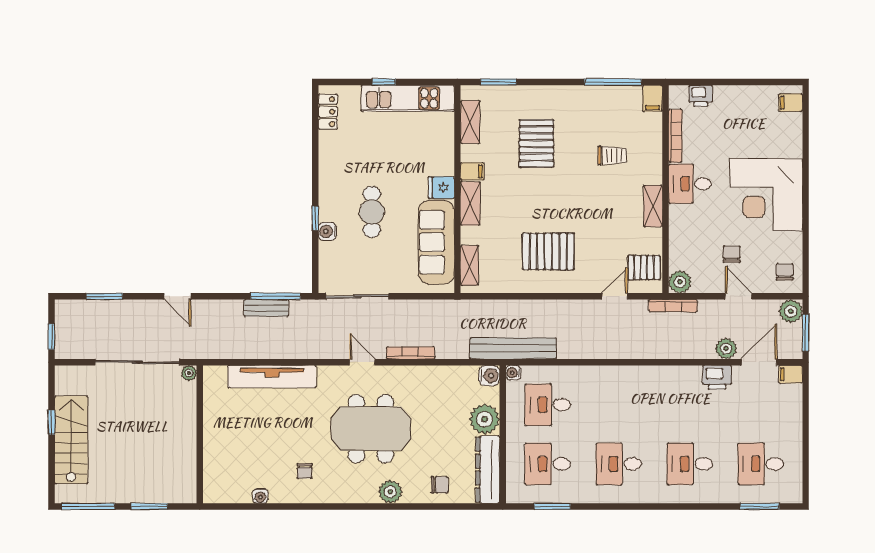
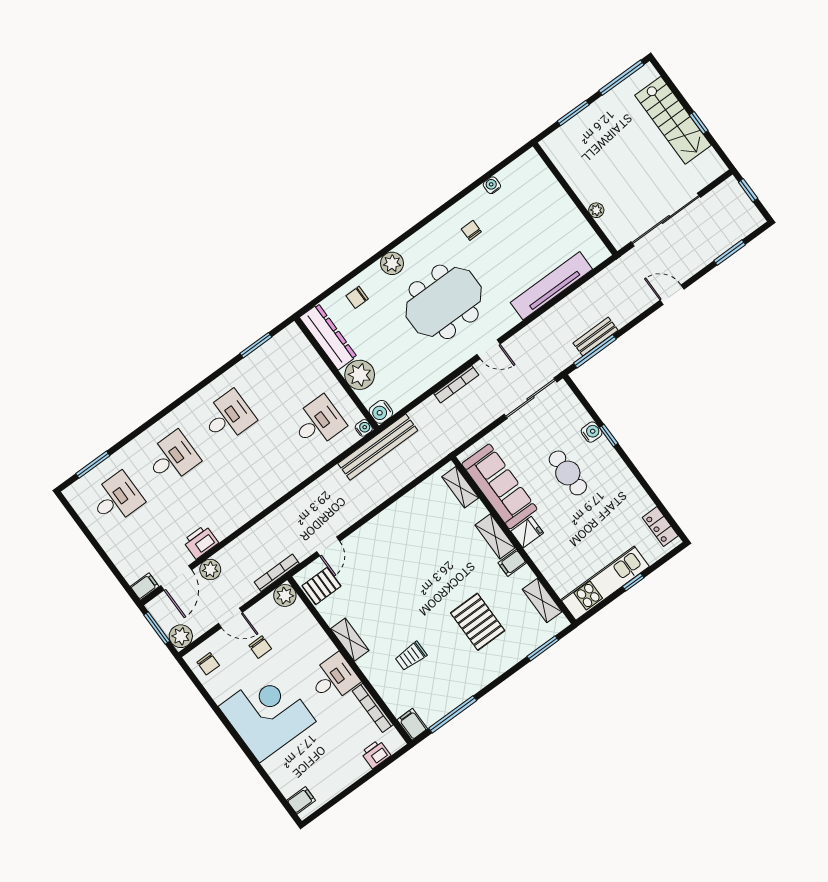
pallet: (548, 251) -> (406, 544), removed
plant: (189, 373) -> (596, 210), moved
desk: (548, 464) -> (284, 376), removed

